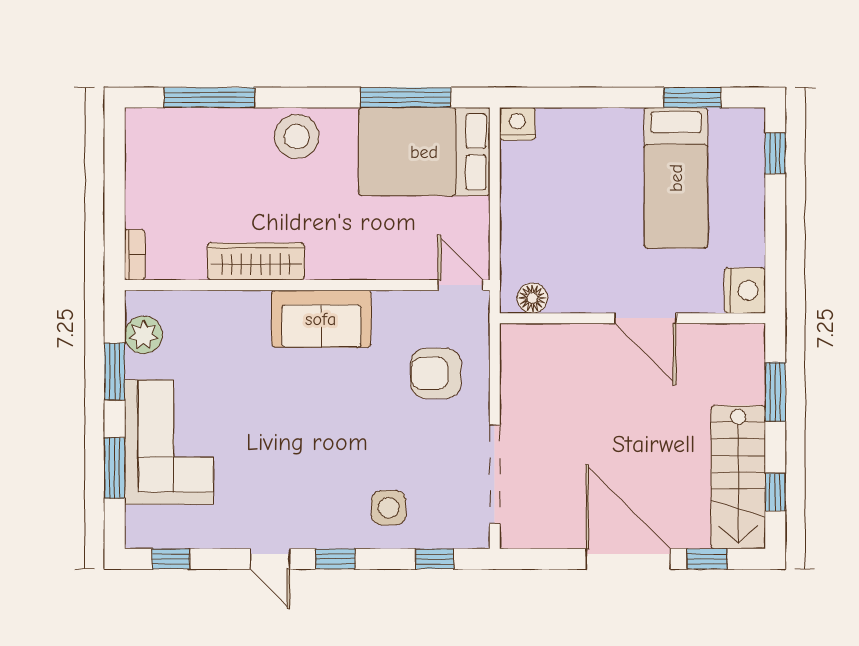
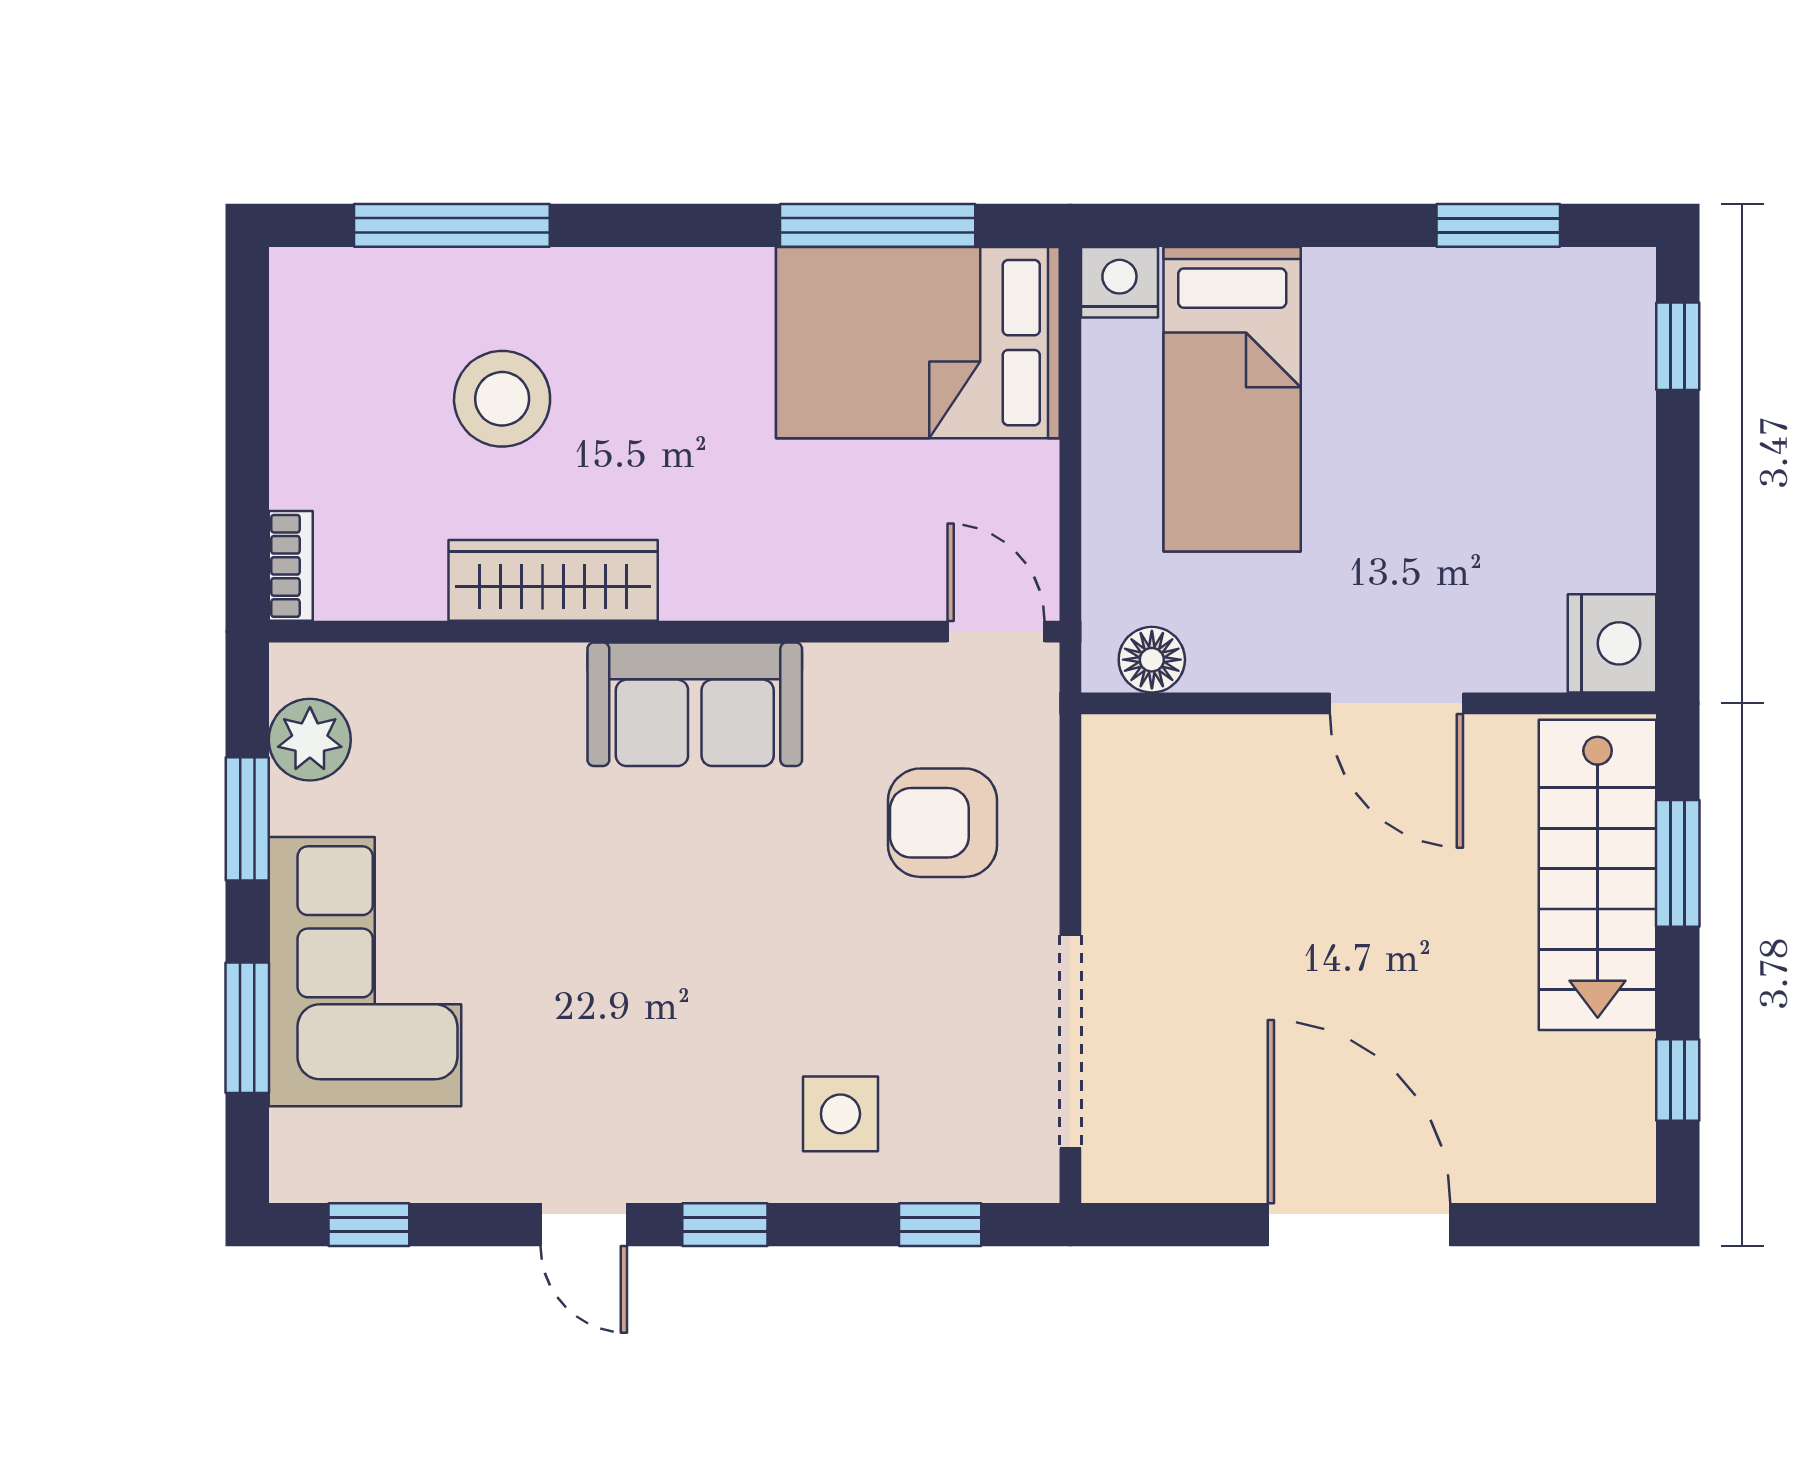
stool: (297, 136) -> (502, 399), moved
bed: (676, 178) -> (1232, 399), moved
stairs: (738, 477) -> (1598, 875), moved
window: (707, 559) -> (1530, 1225), removed

